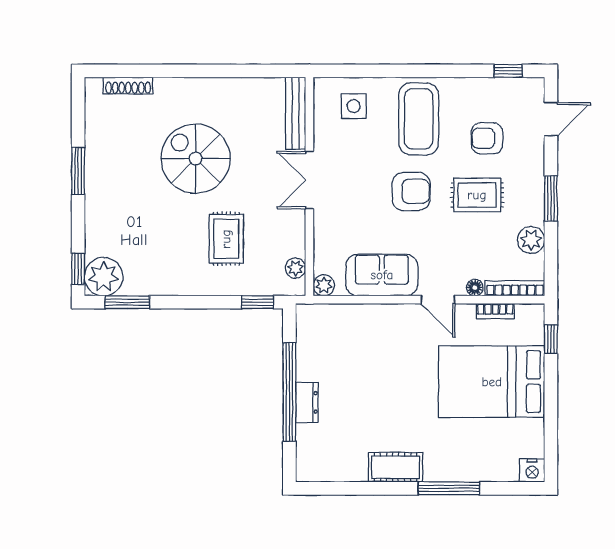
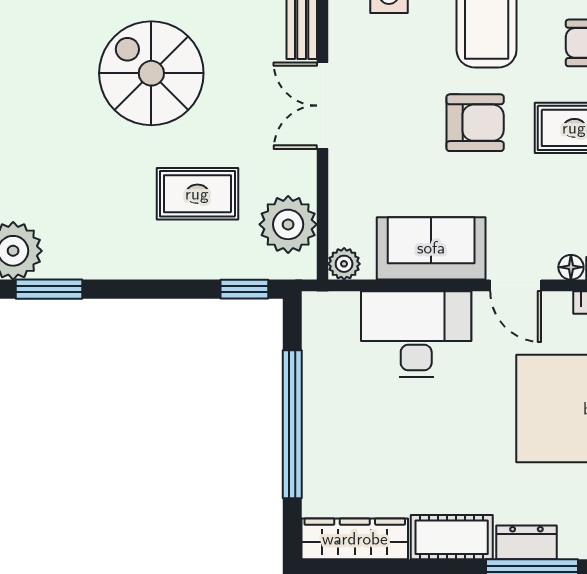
rug: (226, 239) -> (197, 194), turned 90
plant: (296, 268) -> (288, 224), width x1.88, depth x1.88
desk: (372, 332) -> (416, 334), added
dresser: (307, 402) -> (526, 542), moved, turned -90
wardrobe: (331, 468) -> (355, 539), added

